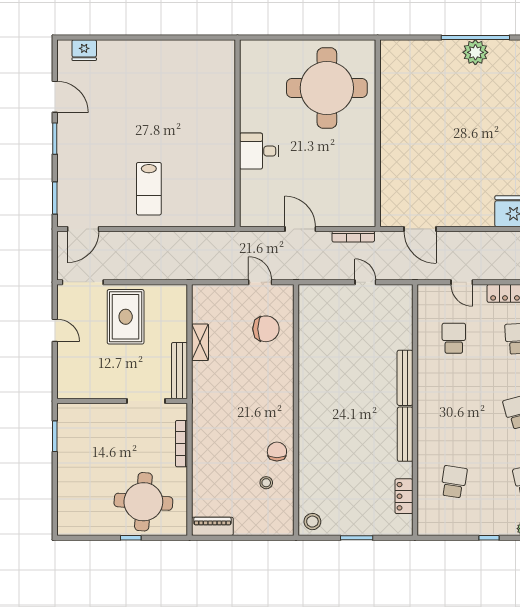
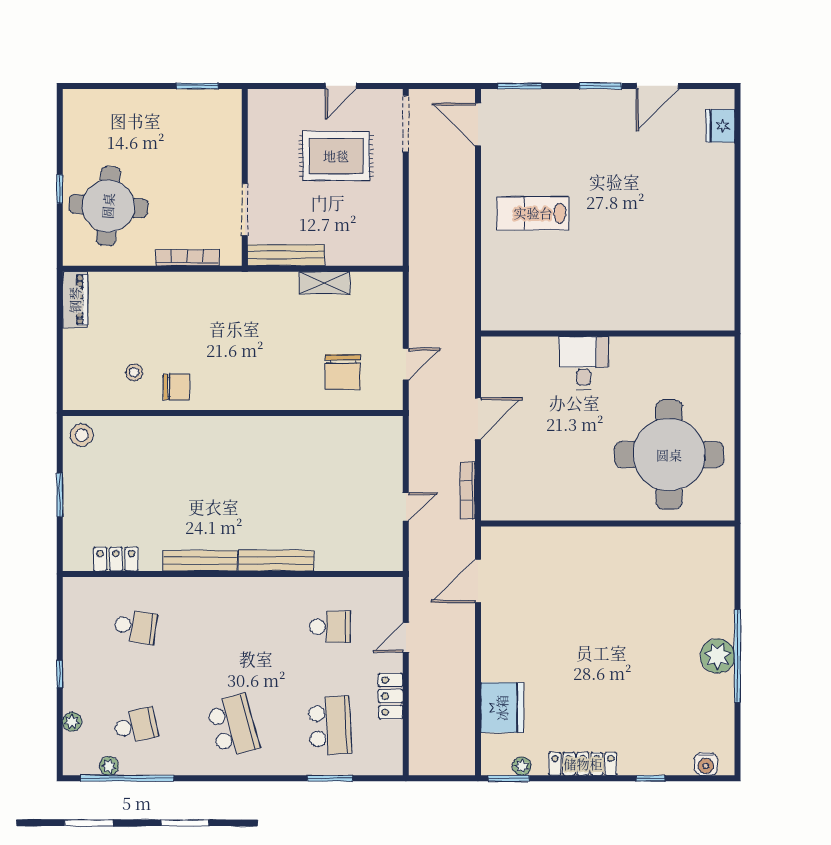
rug: (126, 317) -> (336, 156), moved

